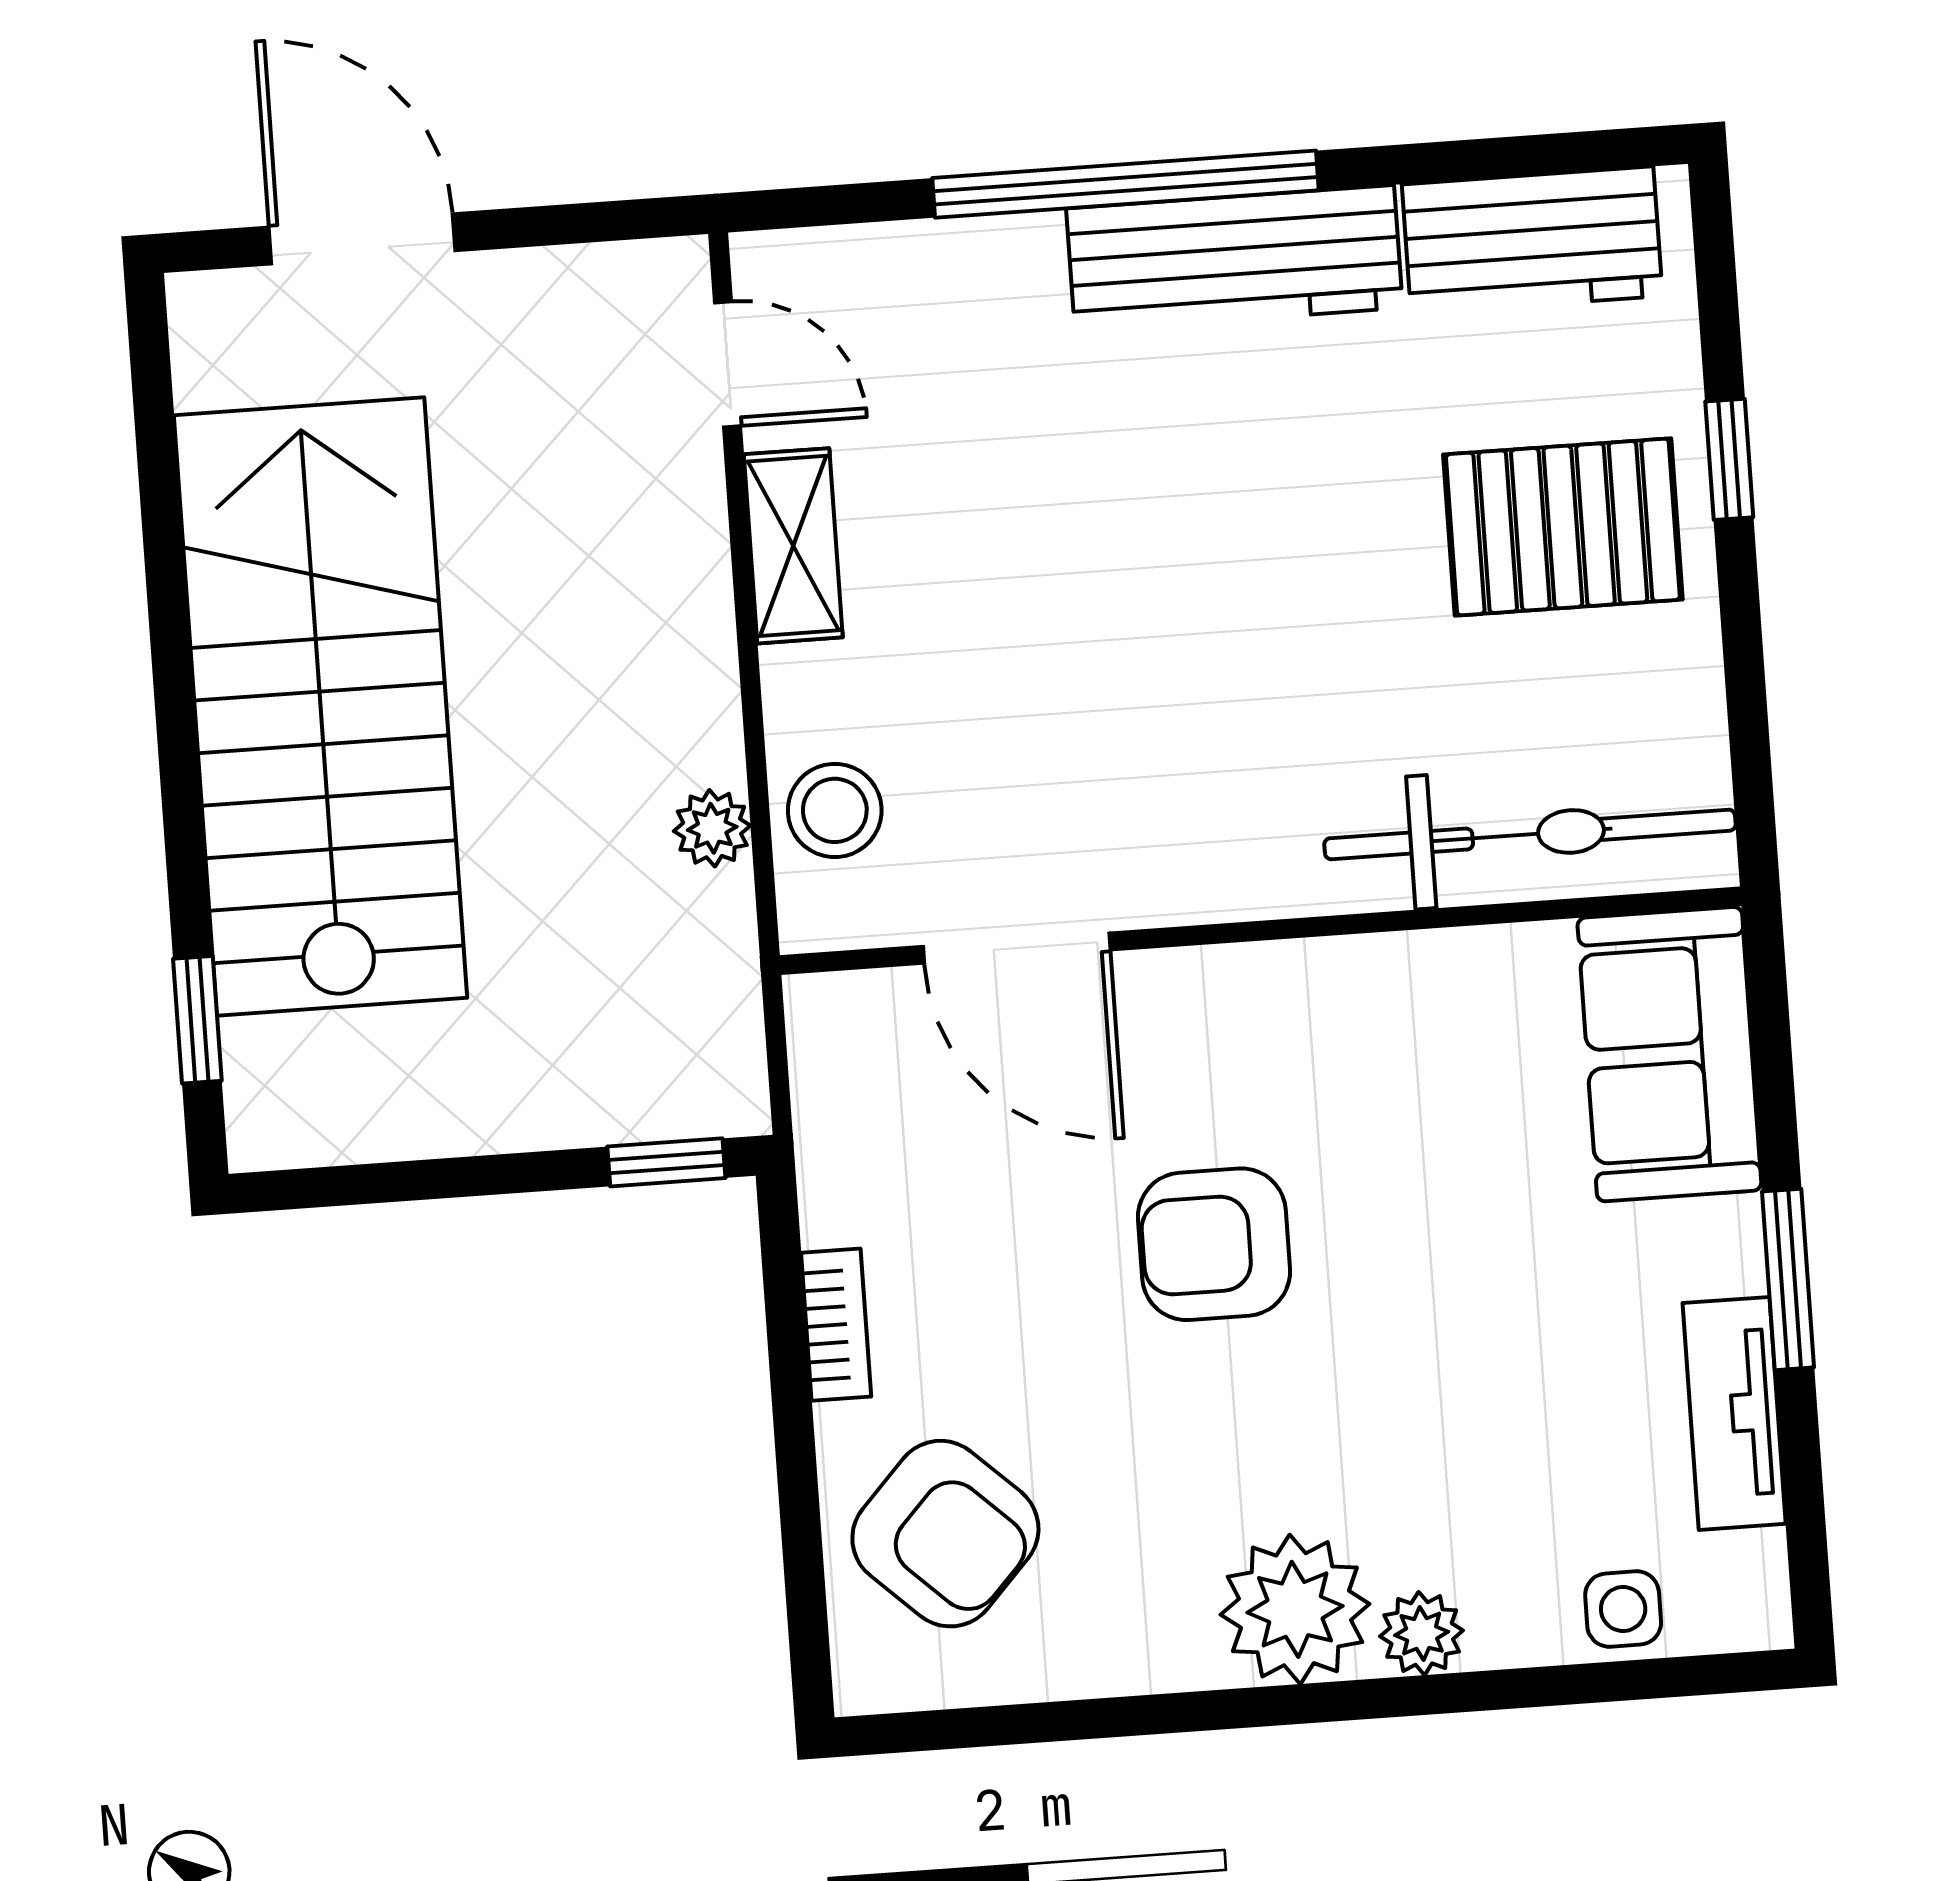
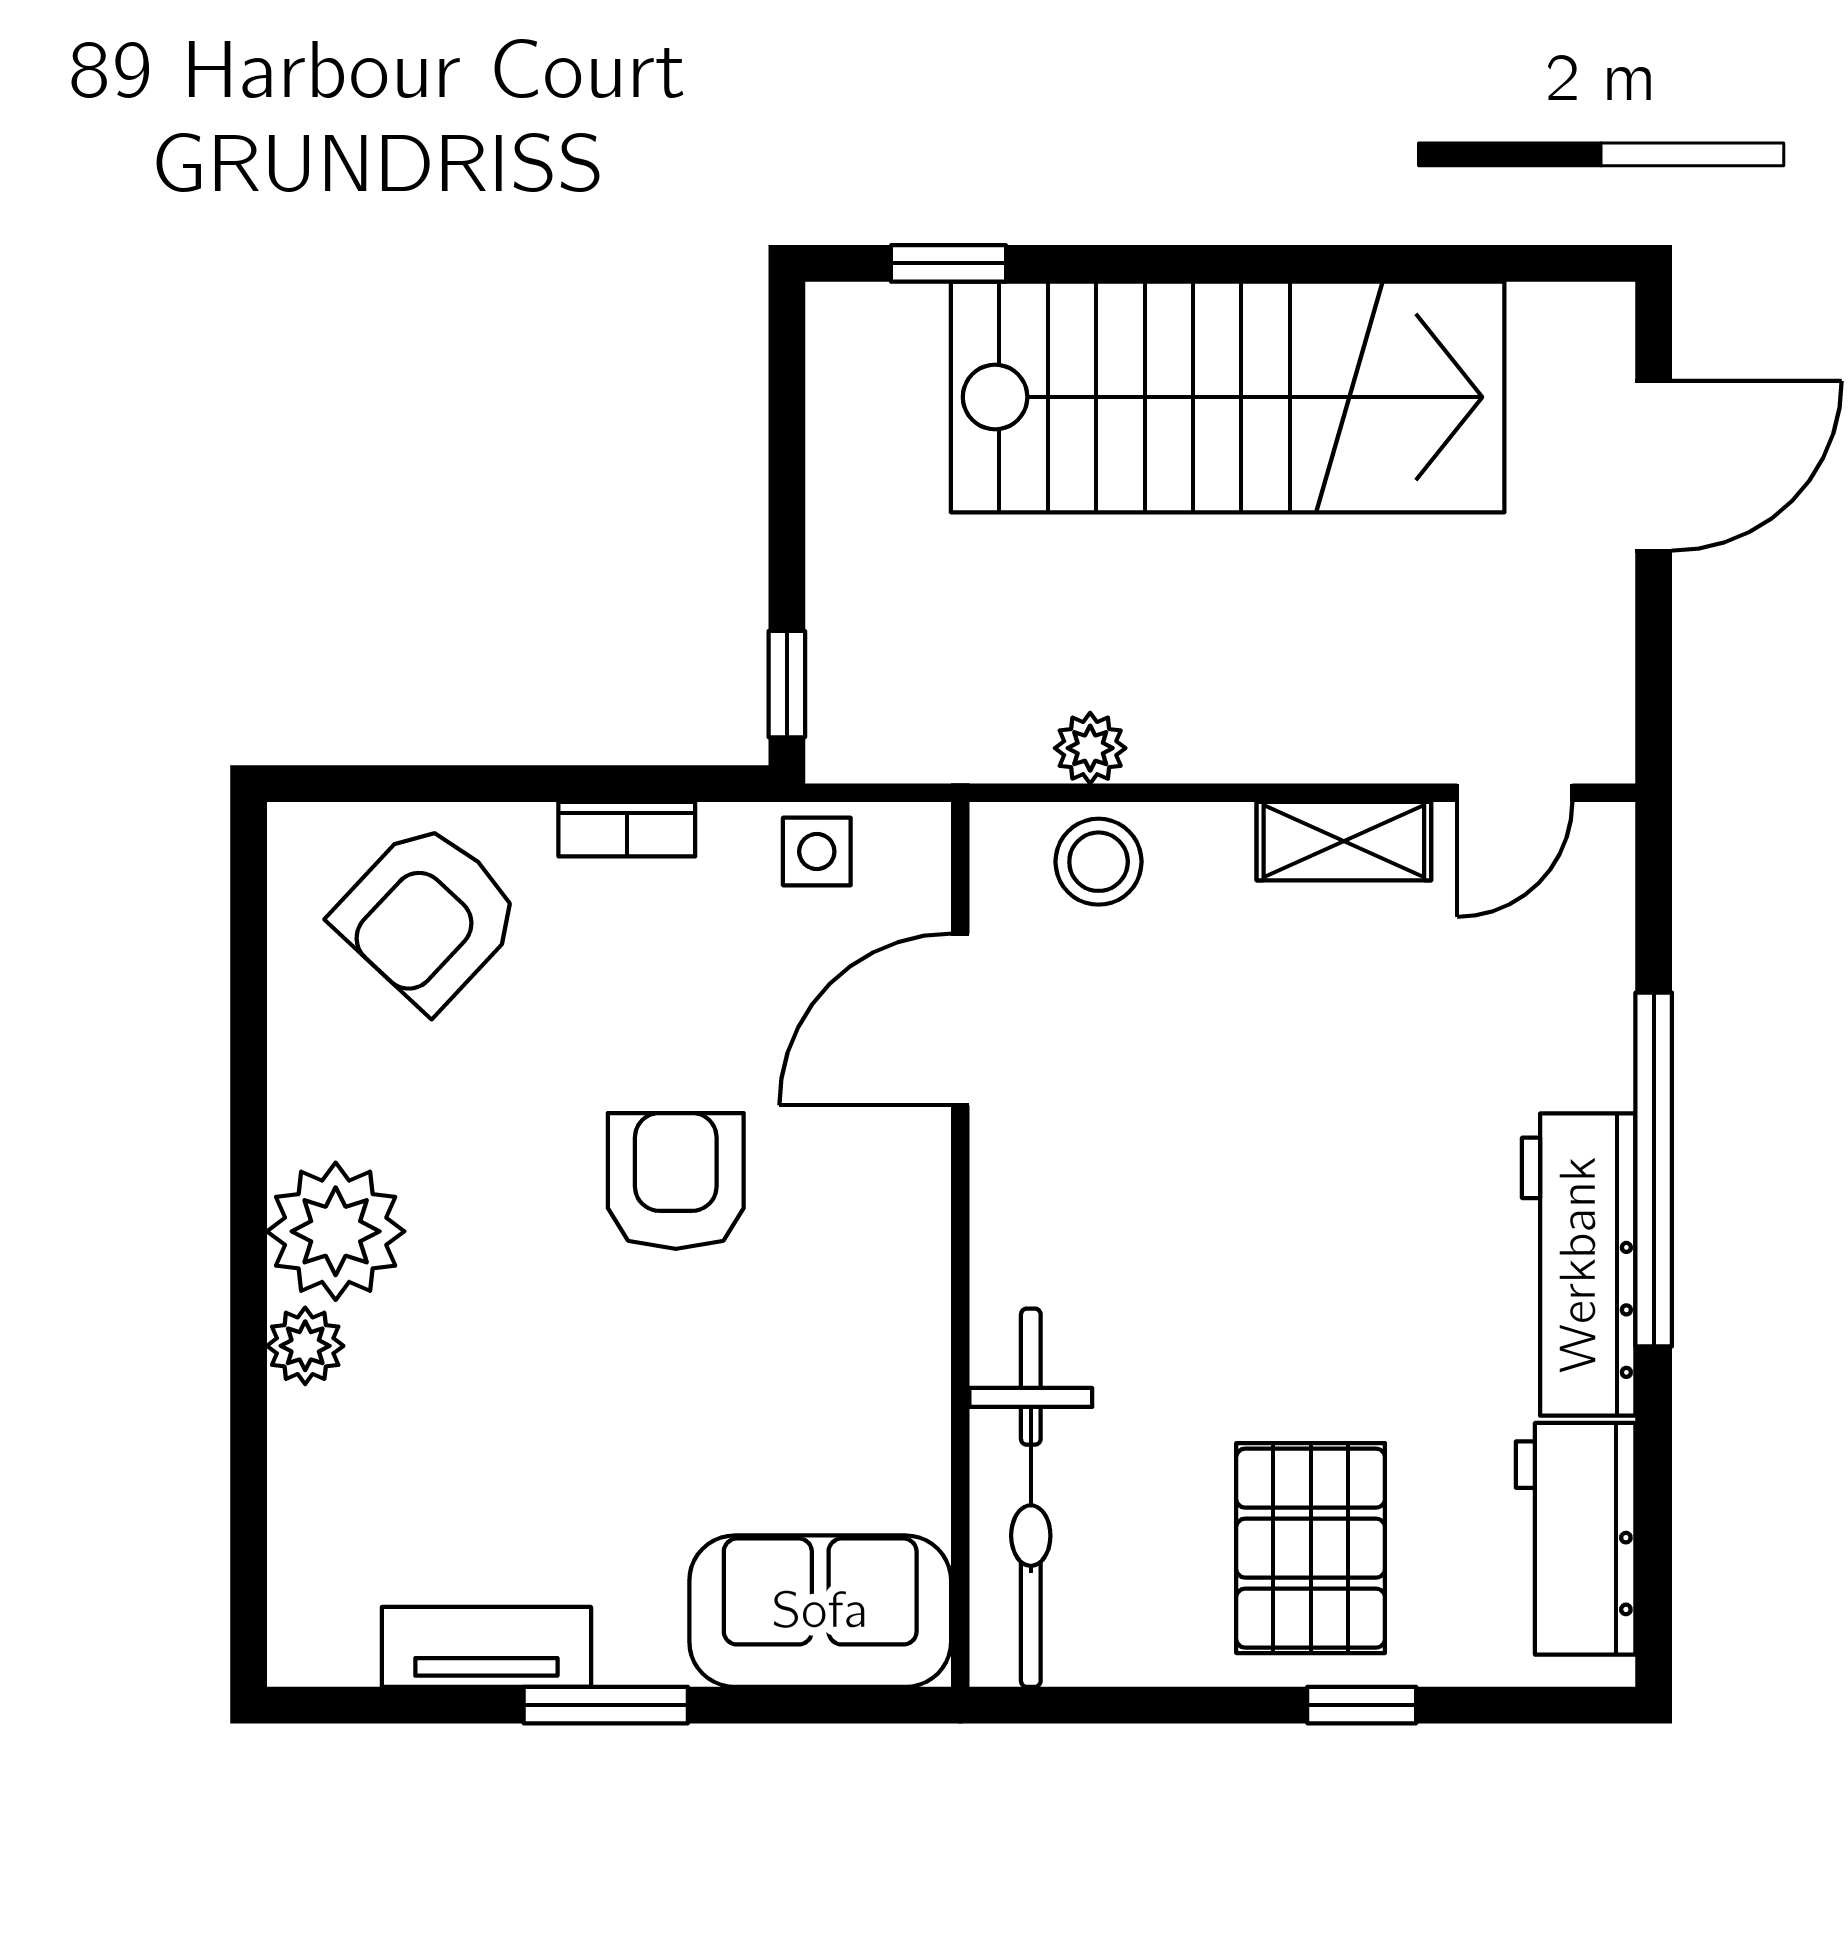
side table: (1623, 1609) -> (817, 852), moved

